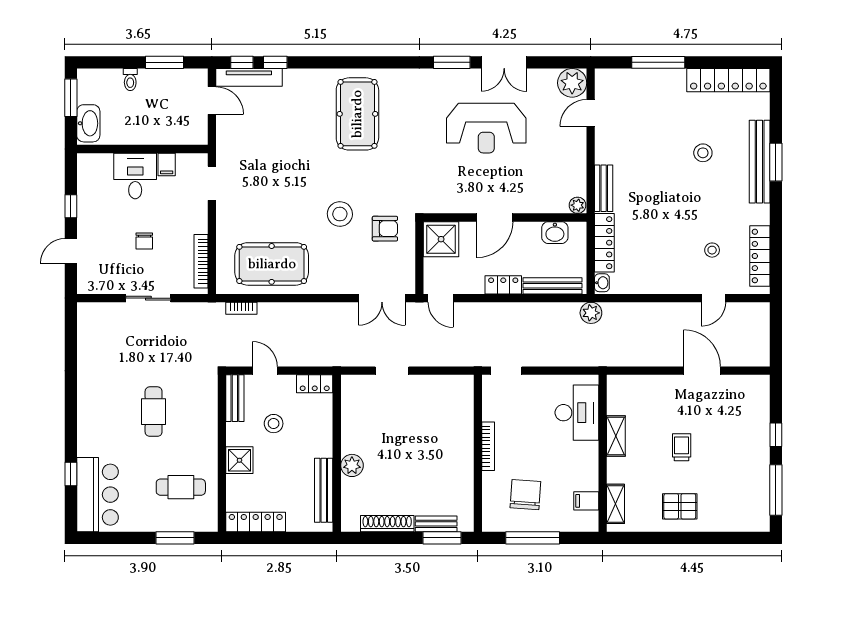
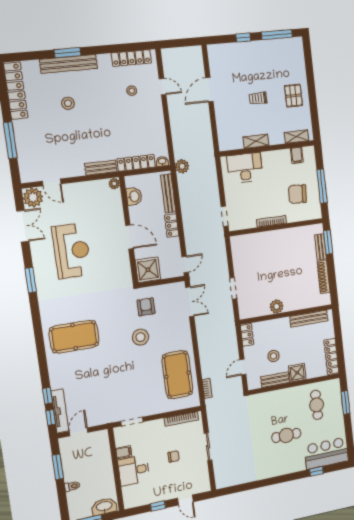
double door: (504, 62) -> (23, 226), moved
bench: (235, 398) -> (275, 380), moved
cafe table: (154, 412) -> (286, 435), moved
plant: (352, 465) -> (277, 306), moved

